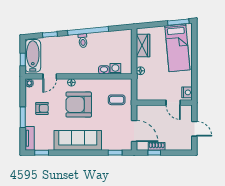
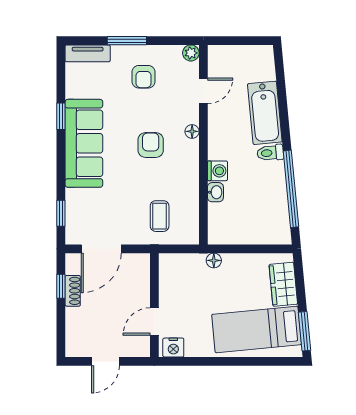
window: (88, 31) -> (291, 189), moved
window: (50, 34) -> (282, 91), removed
wardrobe: (143, 46) -> (283, 284), moved, turned 85
bathtub: (33, 56) -> (265, 113), moved, turned 85
window: (23, 59) -> (235, 41), removed
washing machine: (115, 69) -> (217, 171), moved
door: (50, 76) -> (203, 91), swing flipped
armchair: (79, 105) -> (151, 145), width x0.53, depth x0.53
window: (42, 153) -> (61, 116), moved

